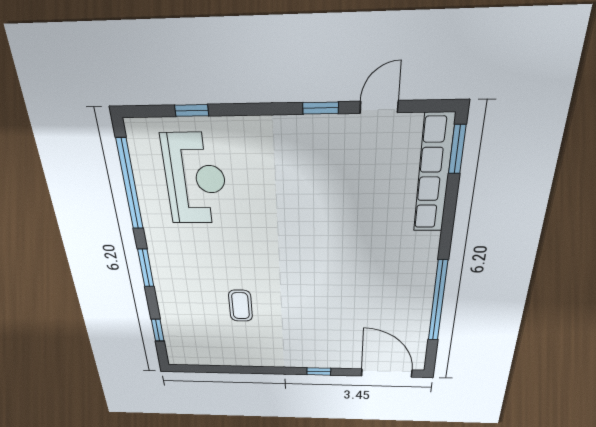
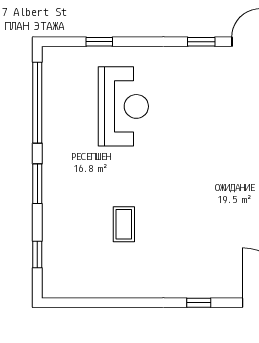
reception desk: (195, 179) -> (123, 106), moved

